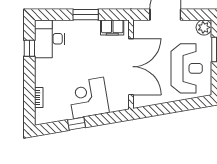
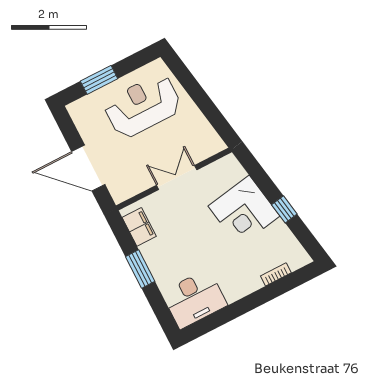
plant: (204, 27) -> (80, 111), removed
window: (29, 48) -> (219, 318), removed
double door: (131, 67) -> (177, 177), width x0.54

